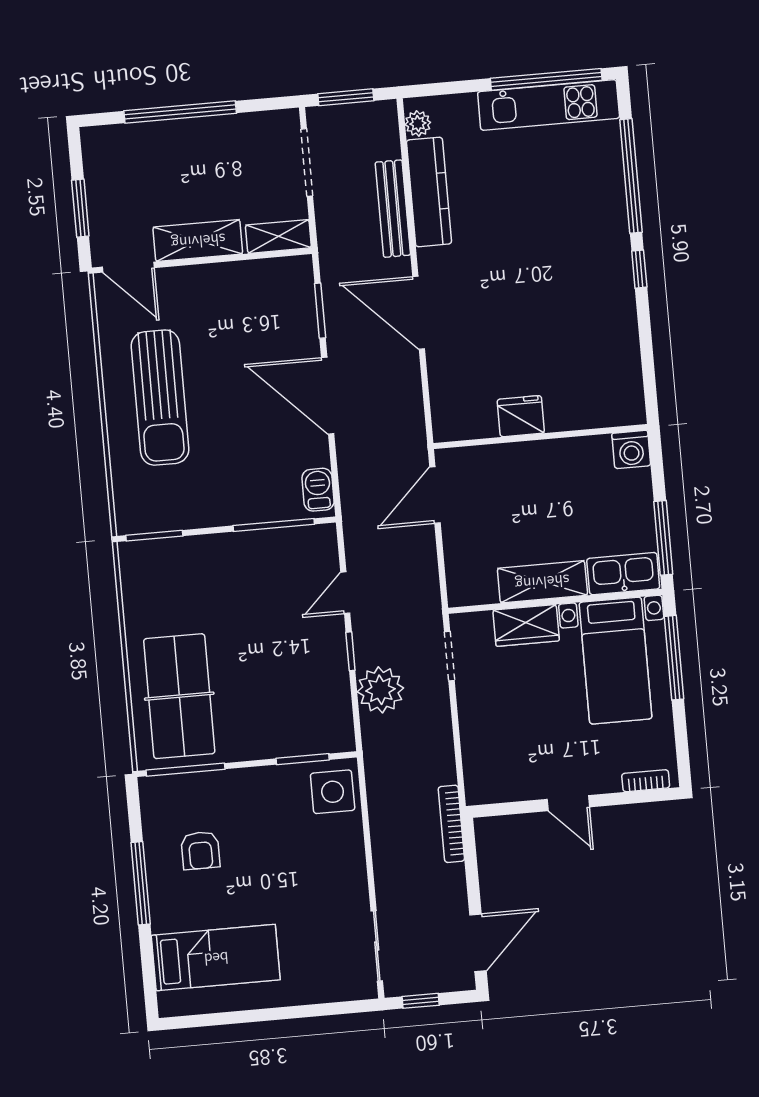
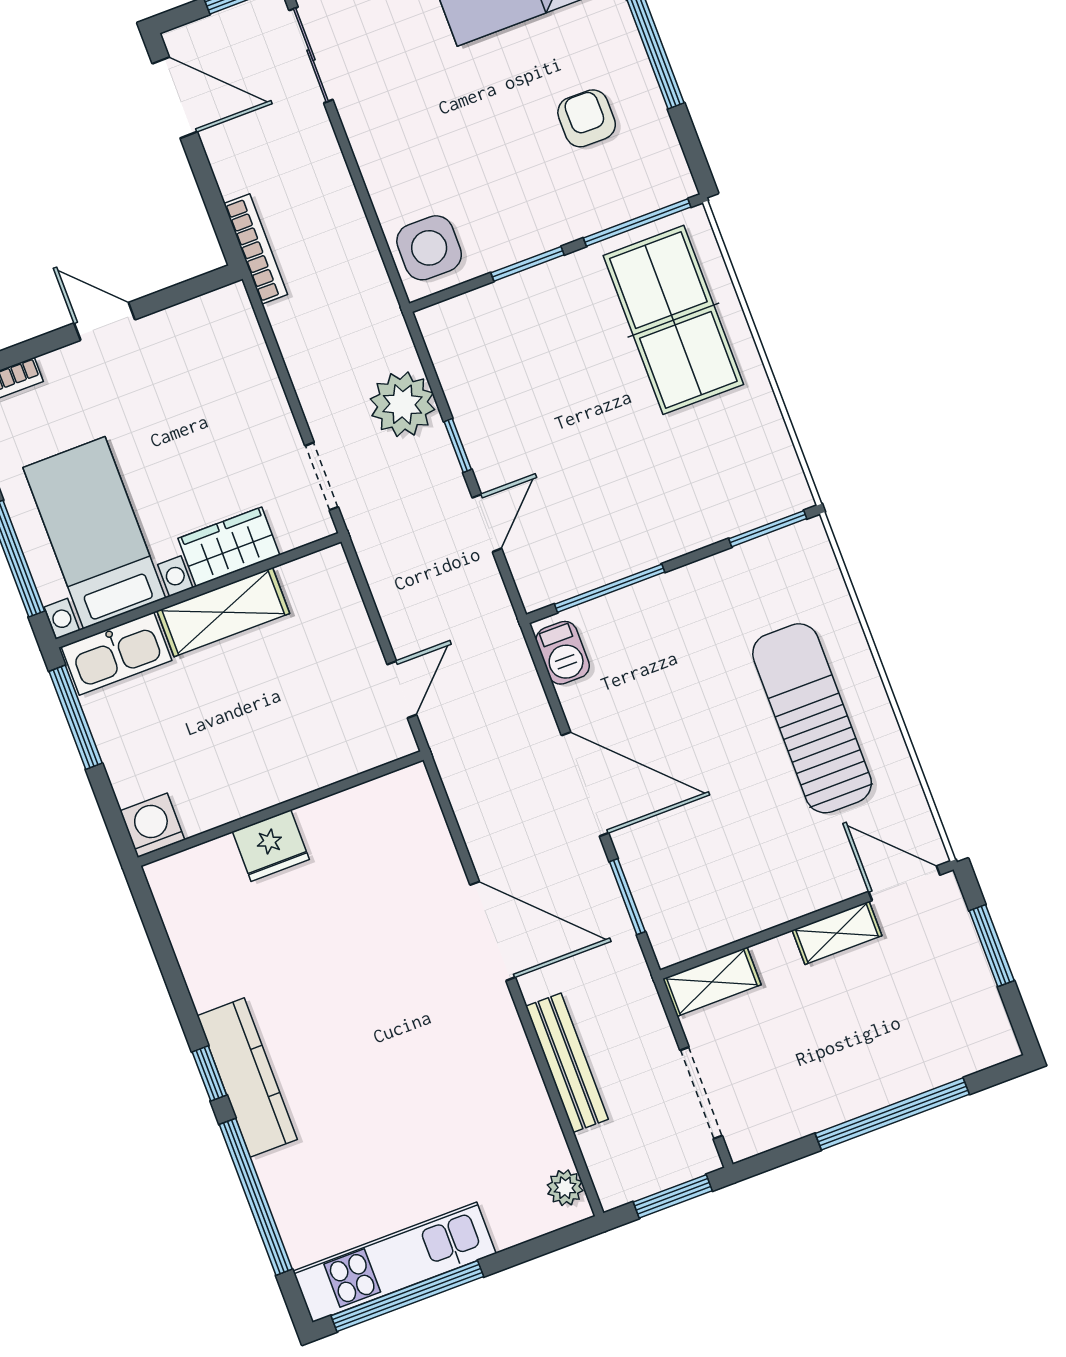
kitchen counter: (429, 192) -> (247, 1078), moved, turned 180
shelving: (198, 241) -> (837, 933), width x0.67, depth x0.75
fridge: (521, 416) -> (271, 846), moved
door: (435, 495) -> (402, 690), width x0.73
window: (303, 759) -> (528, 264), moved
door: (478, 943) -> (175, 98), swing flipped

